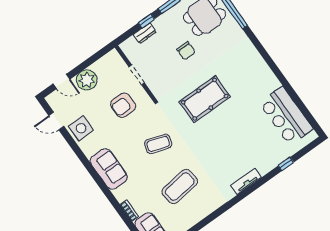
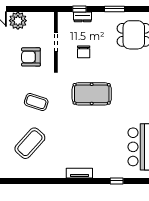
window: (146, 21) -> (79, 9), moved
chair: (186, 51) -> (84, 52), moved
coffee table: (180, 187) -> (30, 143), turned -41

